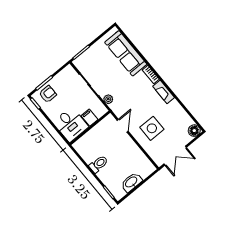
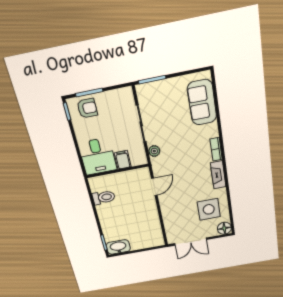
sofa: (126, 53) -> (202, 102), width x0.73
side table: (152, 128) -> (209, 209), moved
toilet: (99, 164) -> (104, 197), moved
washbasin: (131, 182) -> (118, 247), moved

